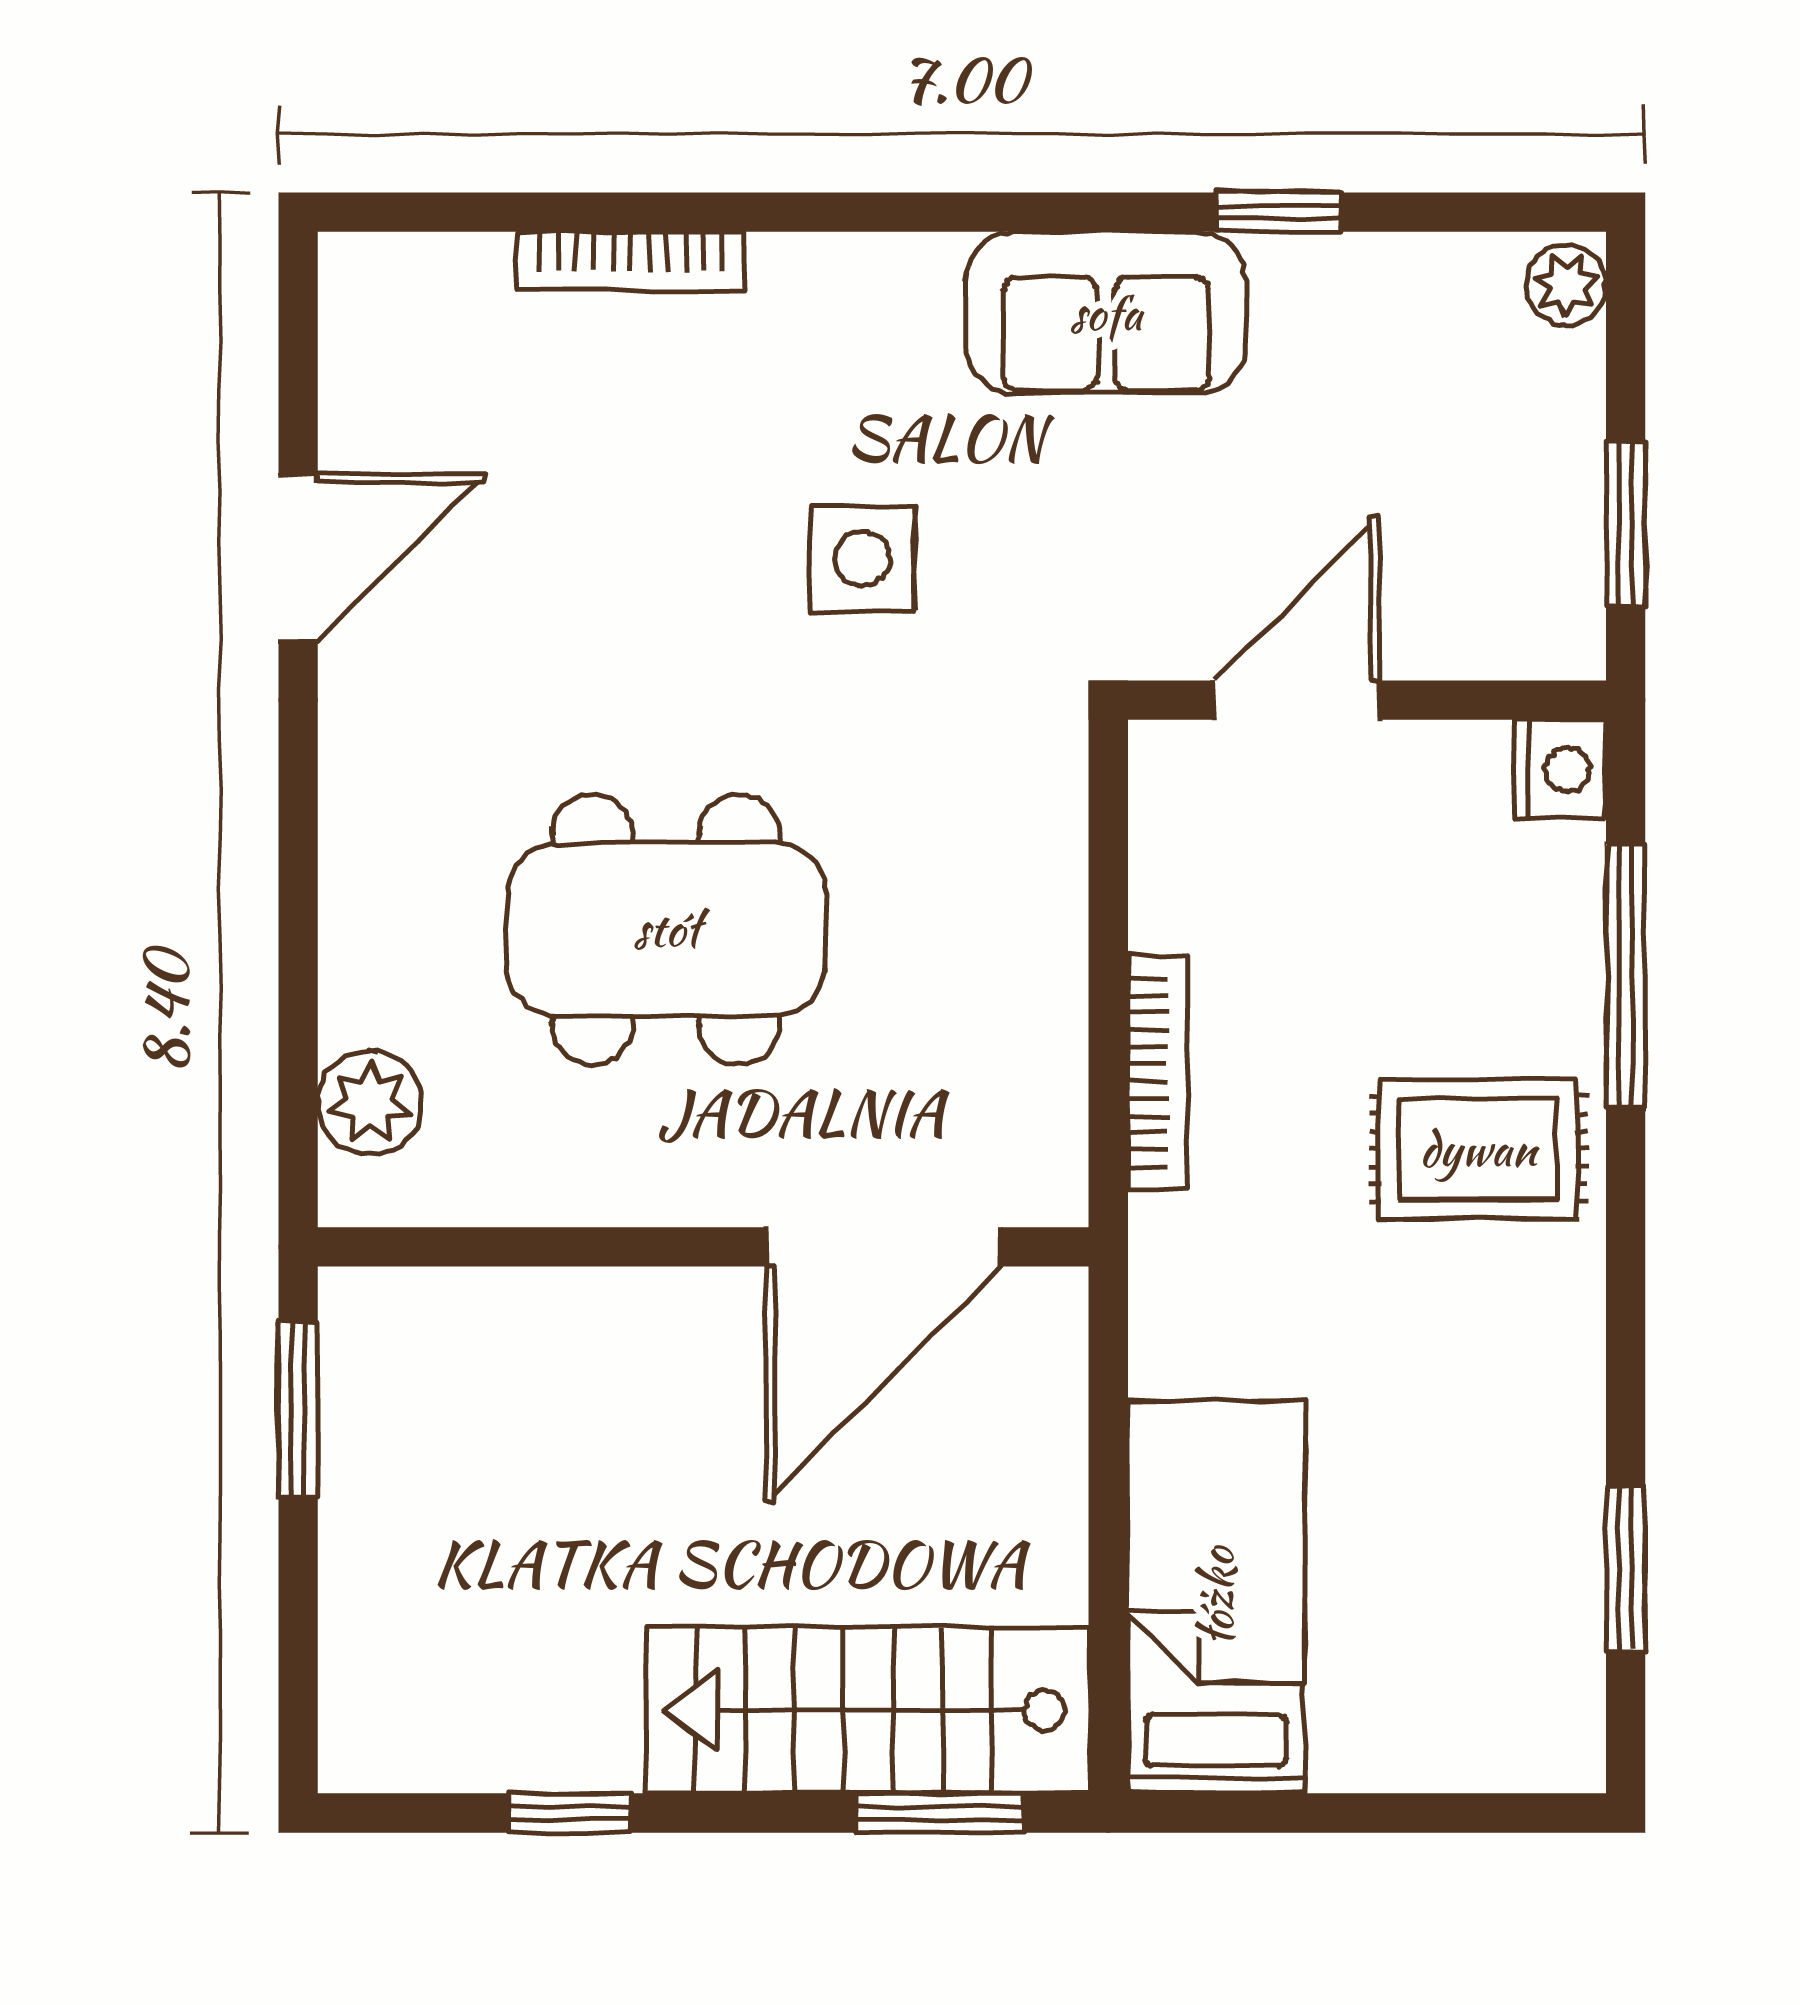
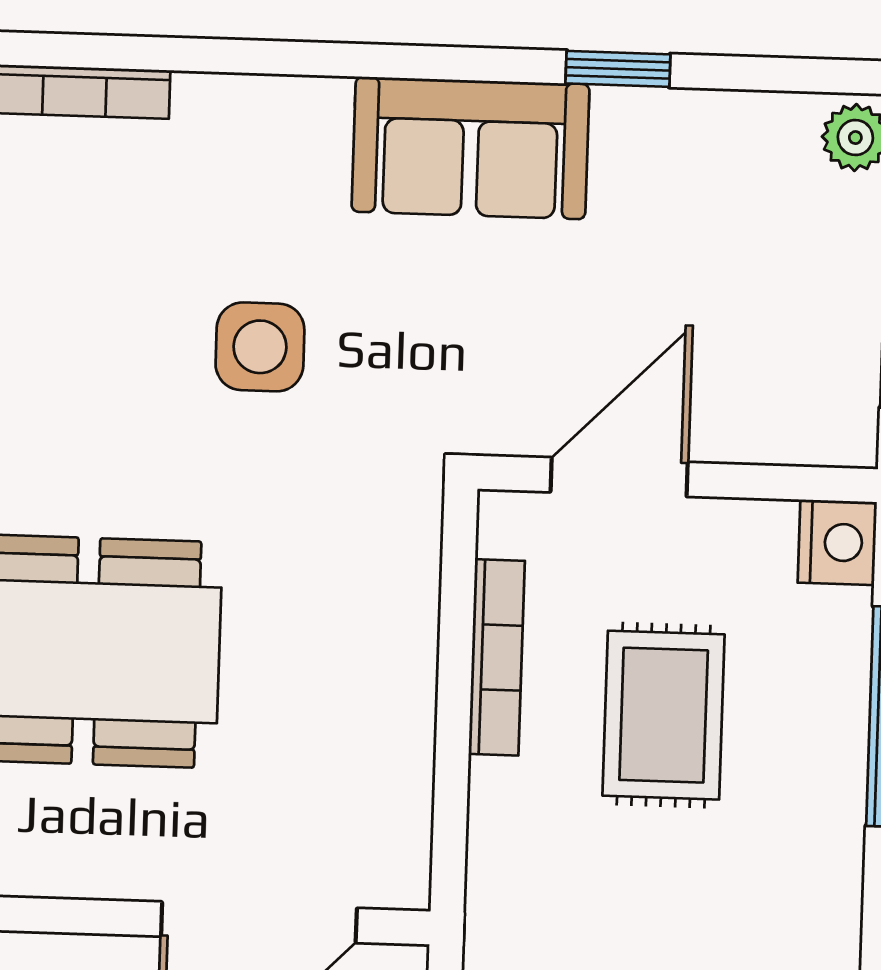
bookcase: (1158, 1072) -> (497, 657), moved
rug: (1478, 1149) -> (664, 715), moved, turned 90

